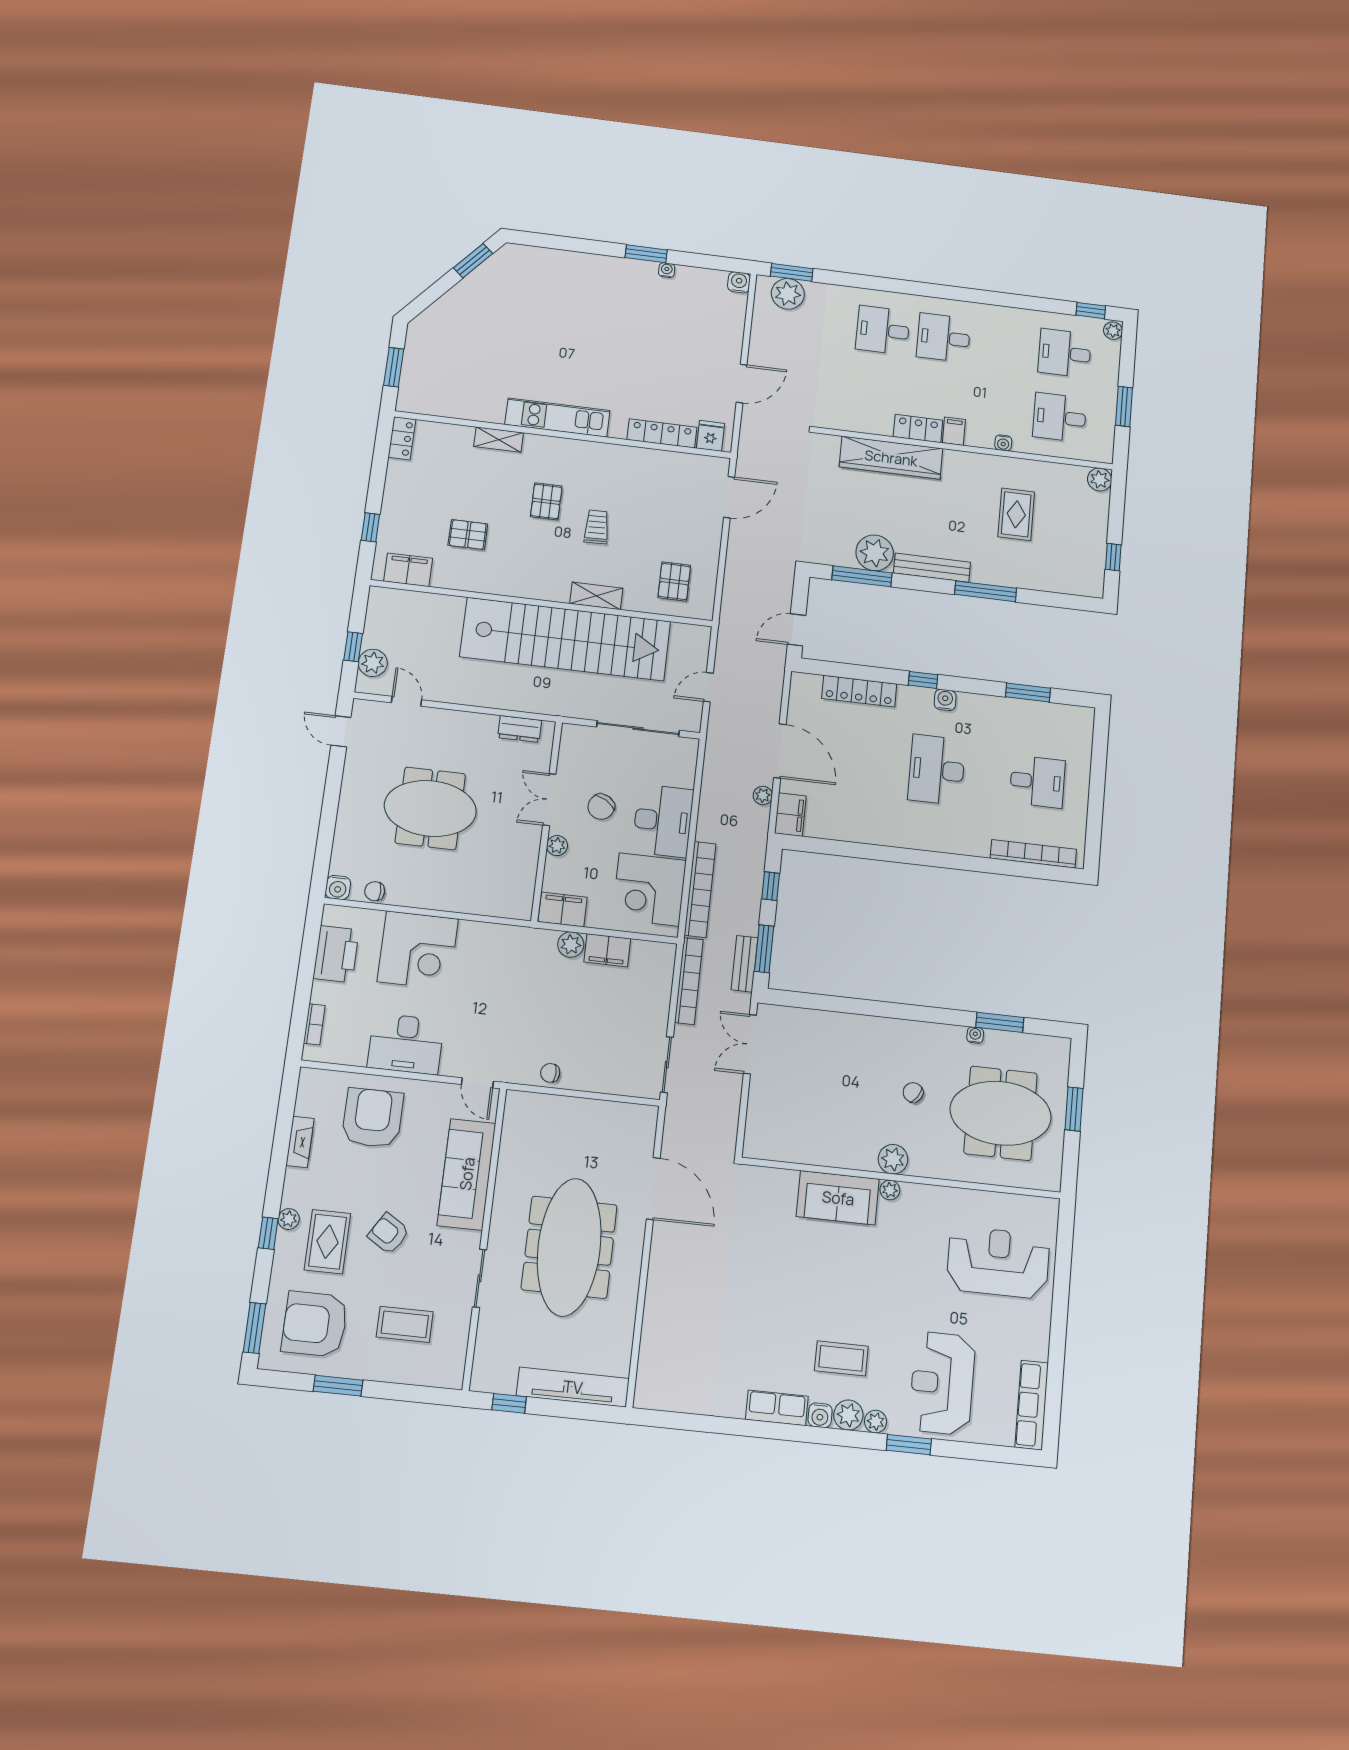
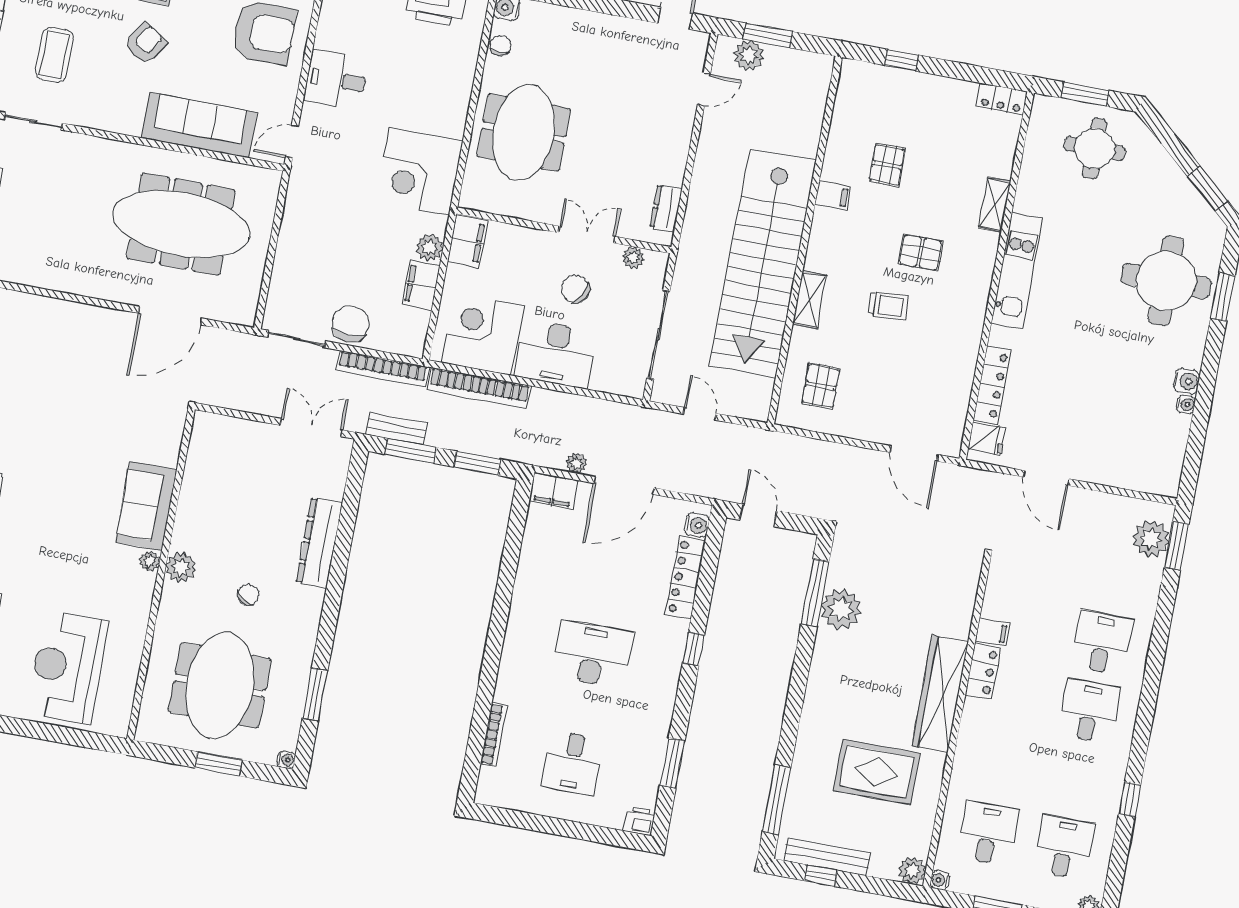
window: (646, 254) -> (1223, 297), moved
water cooler: (739, 282) -> (1187, 381), moved
round table: (558, 291) -> (1166, 281), added
window: (1091, 311) -> (1130, 799), moved
round table: (443, 357) -> (1095, 149), added
filing cabinet: (954, 431) -> (993, 632), moved
water cooler: (1003, 443) -> (940, 880), moved
wardrobe: (891, 458) -> (940, 694), moved
rug: (1016, 514) -> (877, 772), width x1.36, depth x1.43
bench: (932, 568) -> (827, 857), moved, turned 90
filing cabinet: (408, 570) -> (833, 196), moved, width x0.50
pallet: (674, 581) -> (821, 386), turned 90
window: (986, 591) -> (777, 800), moved
window: (353, 647) -> (768, 35), width x1.50
water cooler: (945, 700) -> (697, 525), moved
printer: (1083, 719) -> (639, 821), added
meeting table: (430, 808) -> (524, 132), moved
plant: (557, 846) -> (633, 258), moved
bookcase: (1033, 854) -> (494, 735), width x0.68, depth x0.76
window: (771, 886) -> (477, 463), width x1.50
corner desk: (418, 950) -> (419, 171), moved
dresser: (858, 1029) -> (319, 543), added
water cooler: (975, 1035) -> (286, 760), moved
desk: (406, 1044) -> (336, 80), width x0.73
chair: (550, 1073) -> (351, 324), moved, width x1.87, depth x1.87
meeting table: (569, 1247) -> (181, 224), moved
reception desk: (998, 1262) -> (67, 667), turned 180
sliding door: (480, 1278) -> (33, 121), moved

